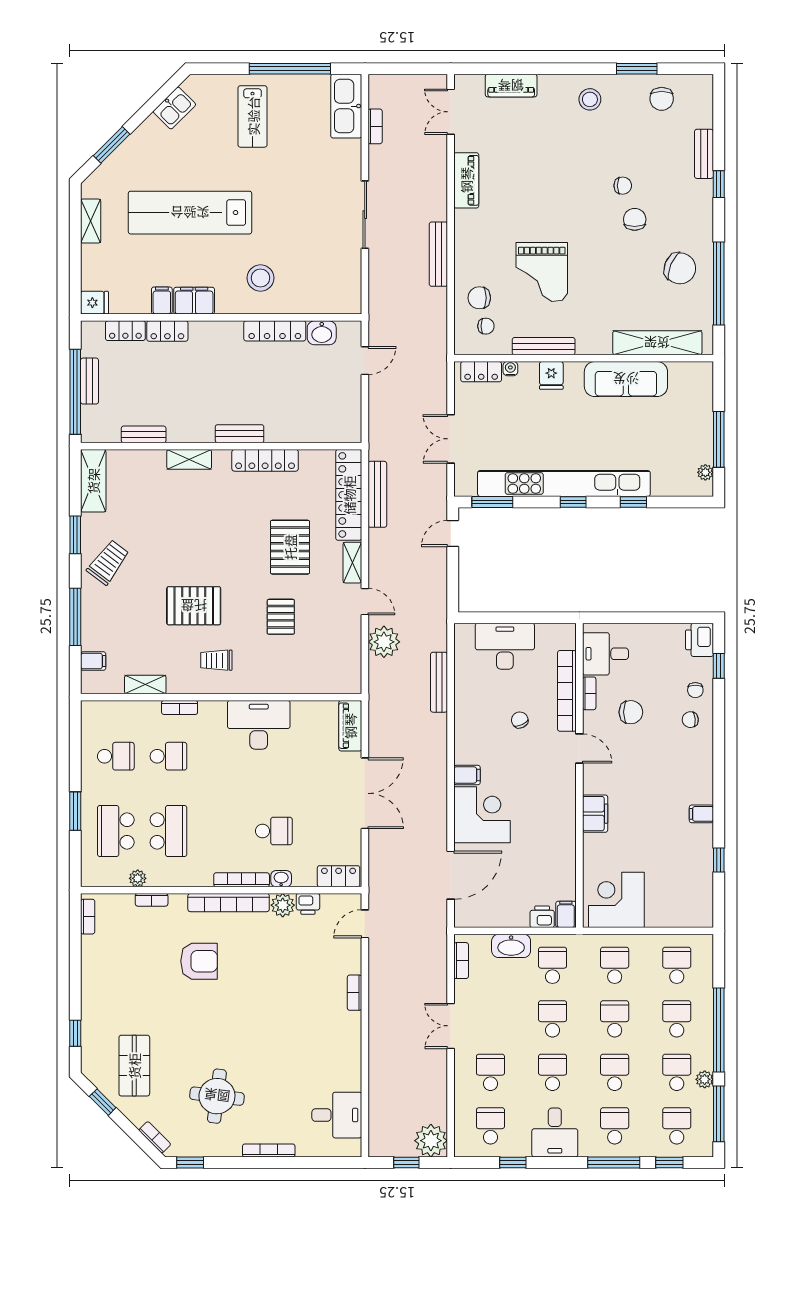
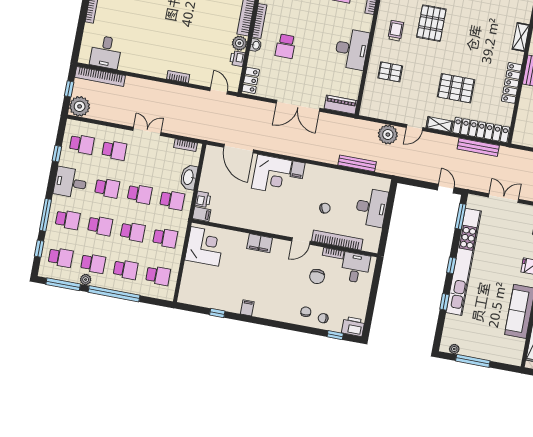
pallet: (281, 617) -> (390, 72), moved
bookcase: (377, 1117) -> (100, 76), added

